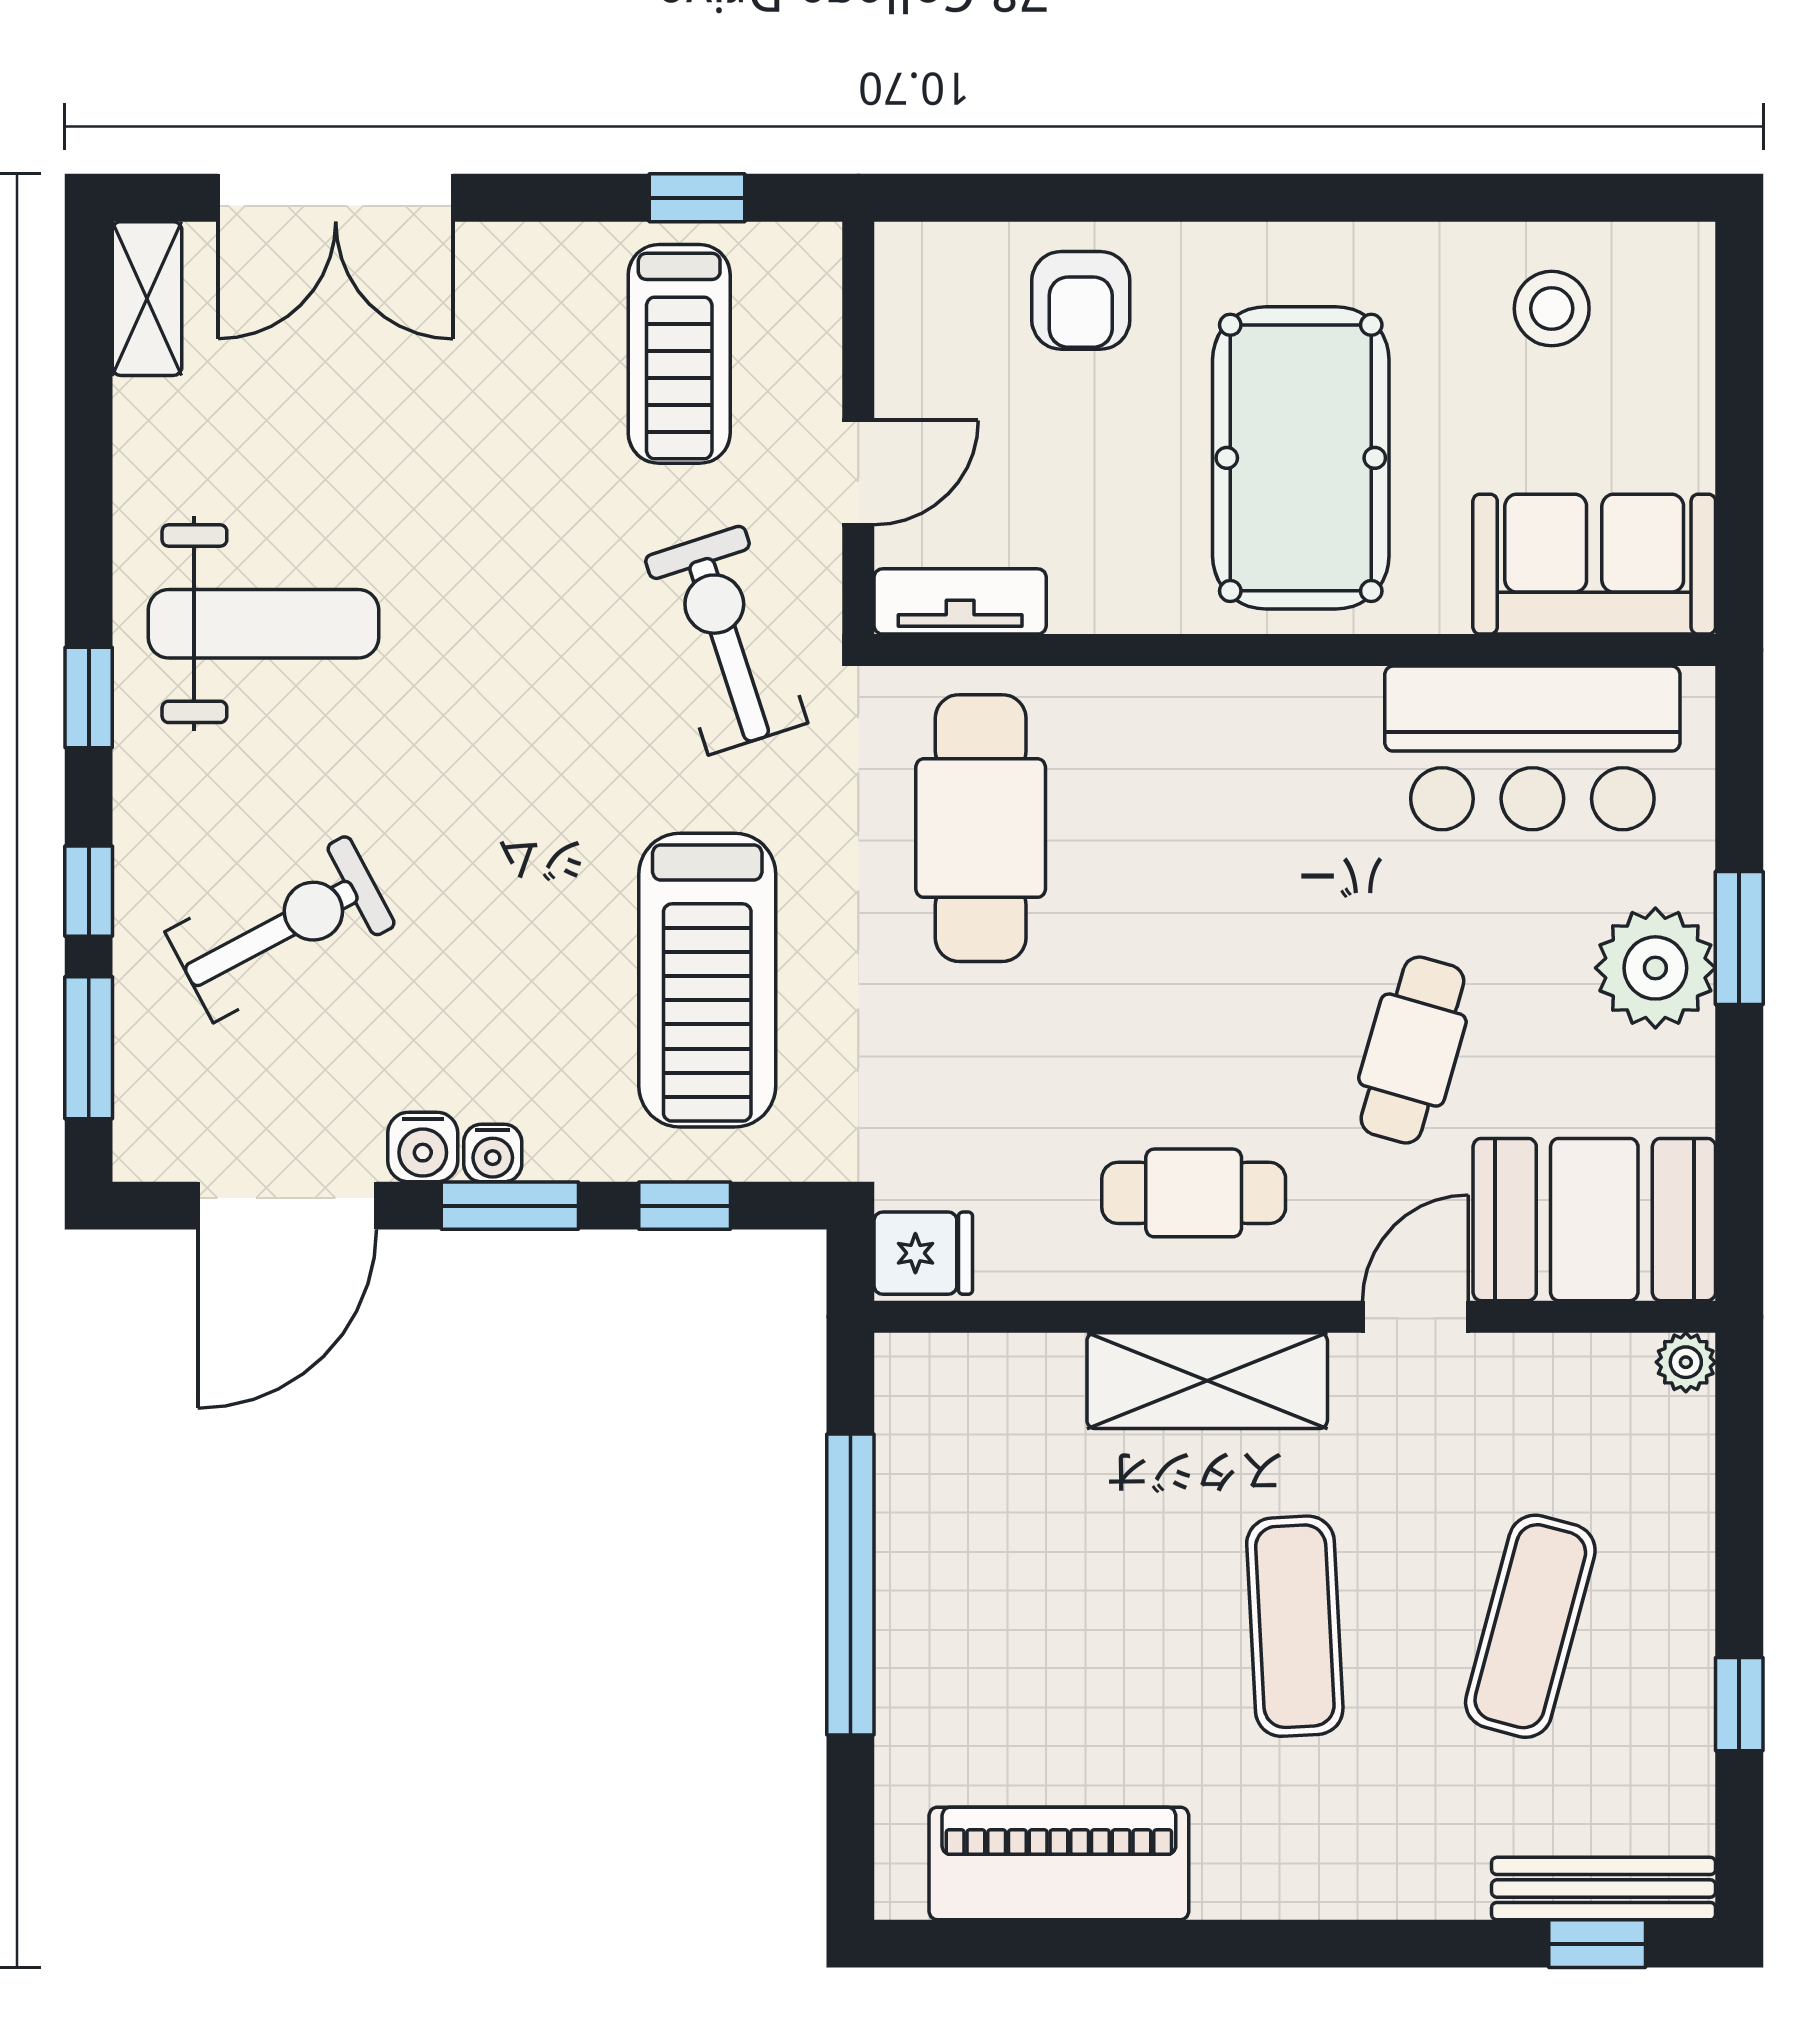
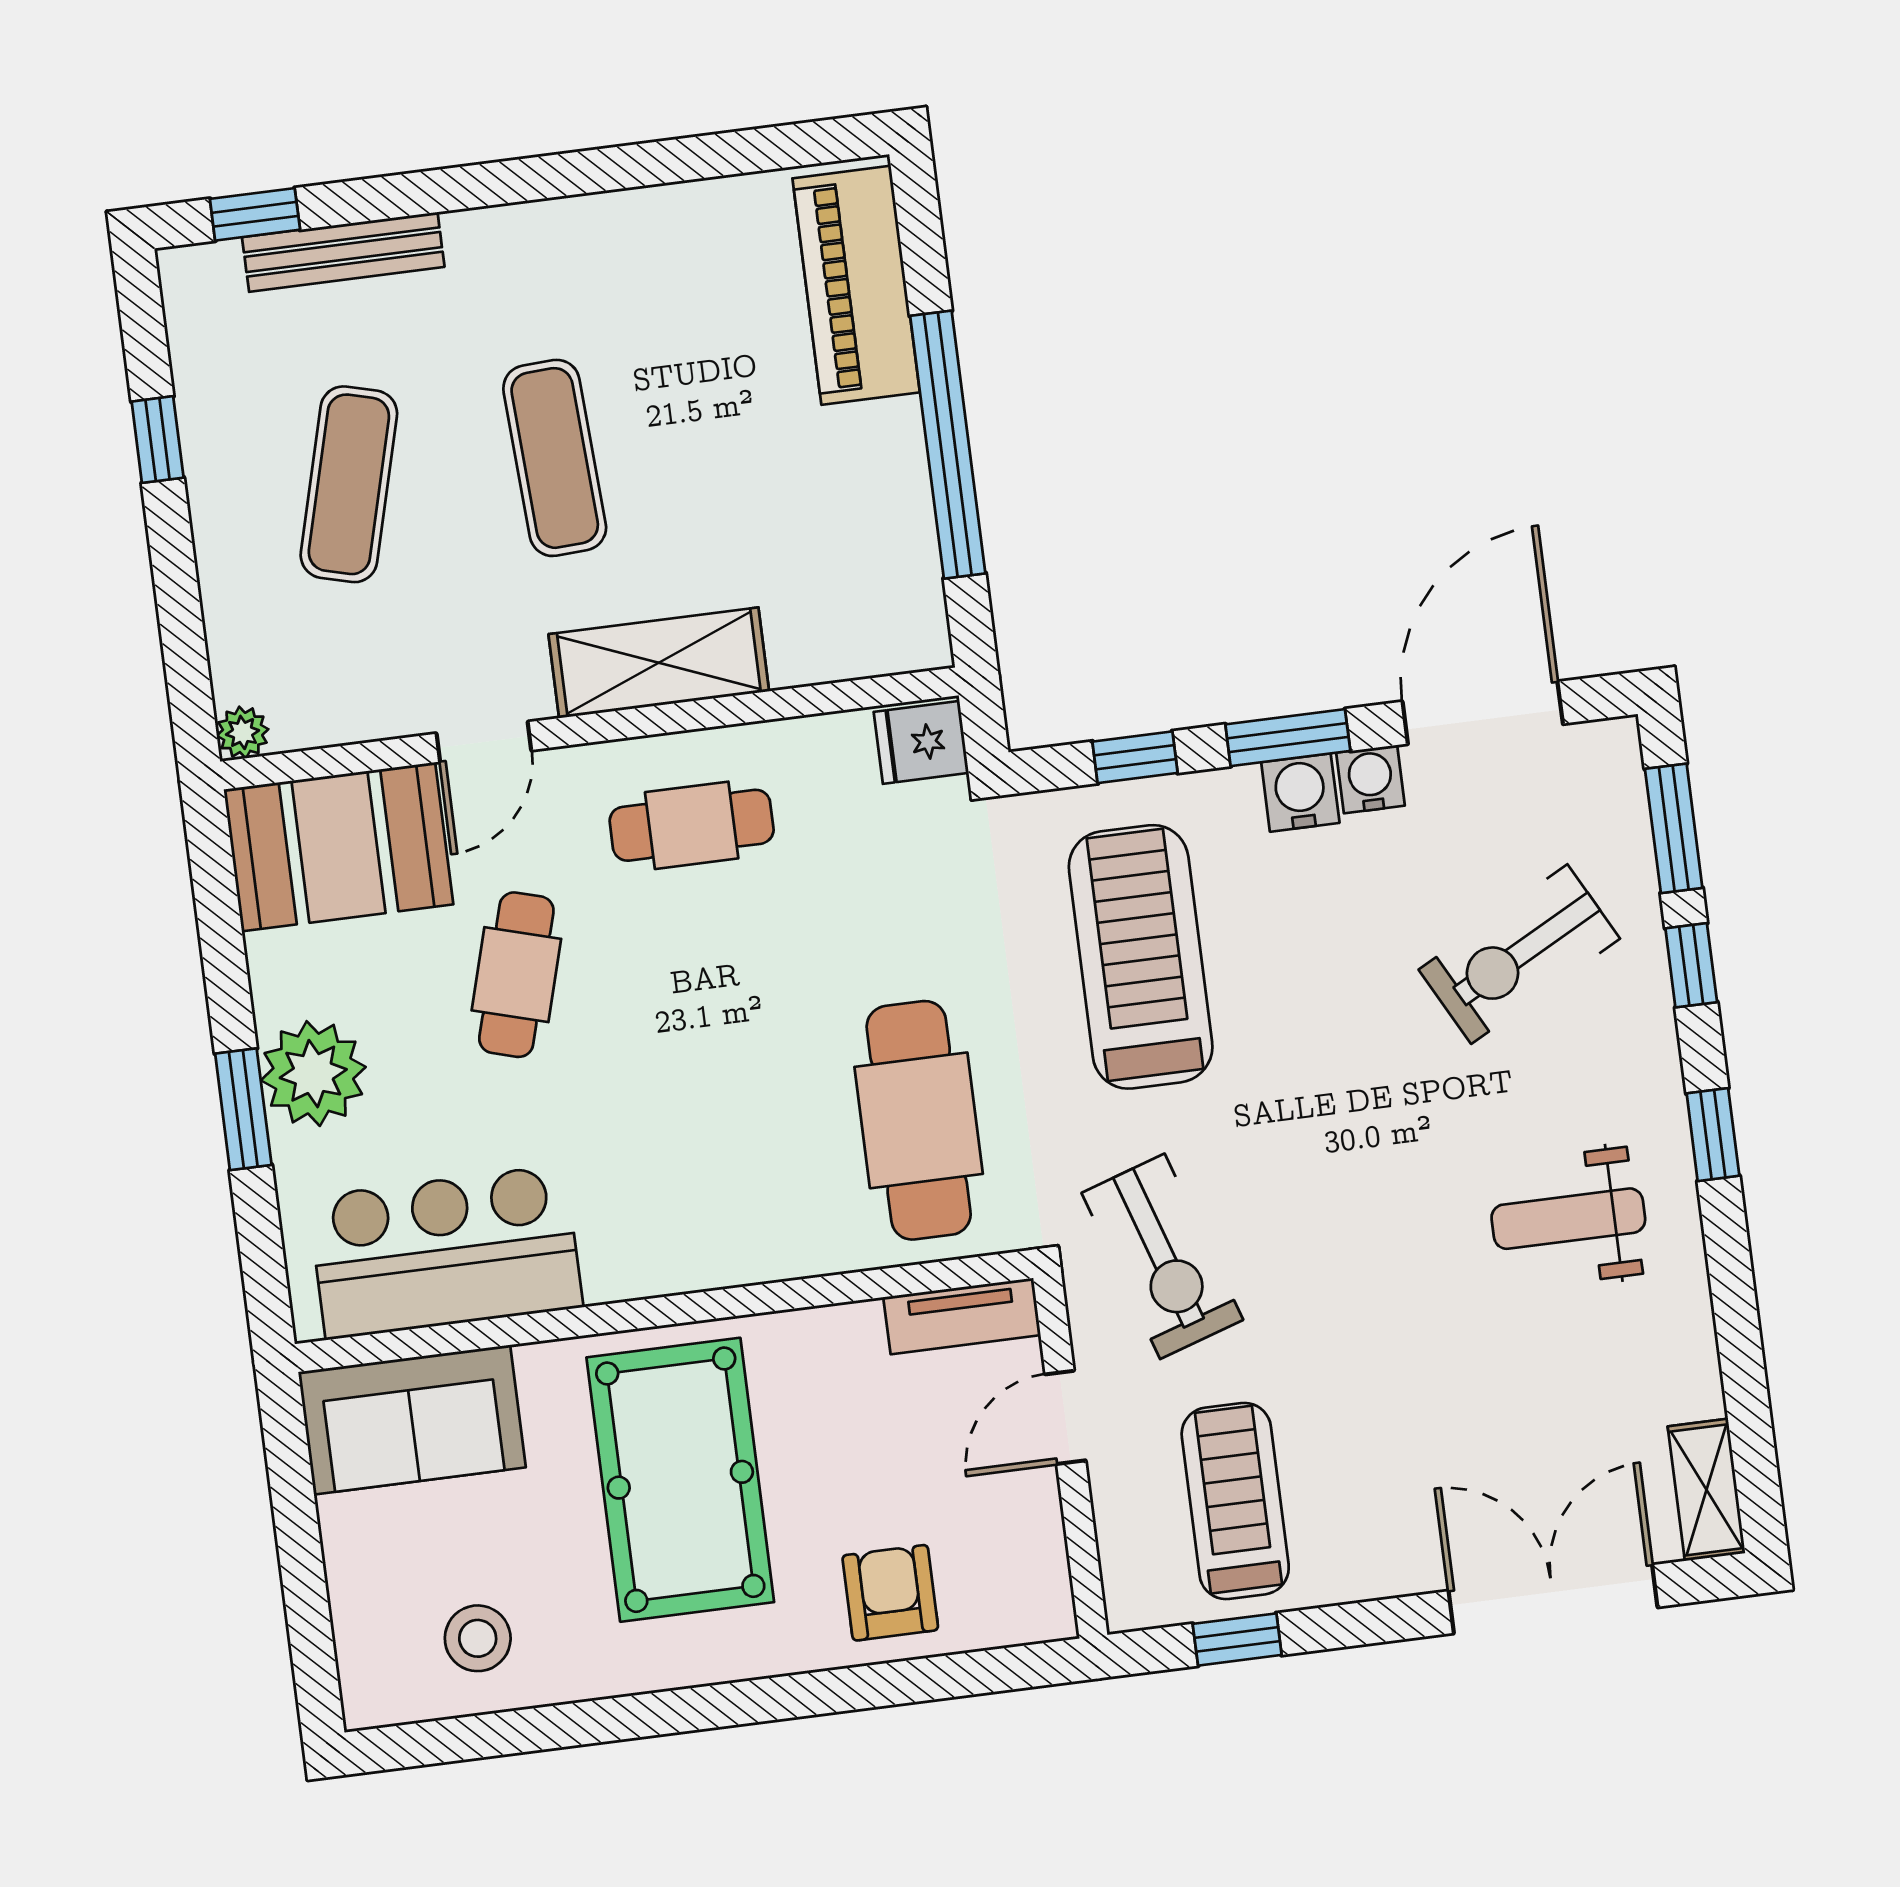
weight bench: (263, 624) -> (1568, 1219), width x0.73, depth x0.75
water cooler: (493, 1153) -> (1300, 793), width x1.38, depth x1.38
piano: (1059, 1863) -> (856, 285), moved, turned 90
bench: (1604, 1889) -> (343, 252), moved

